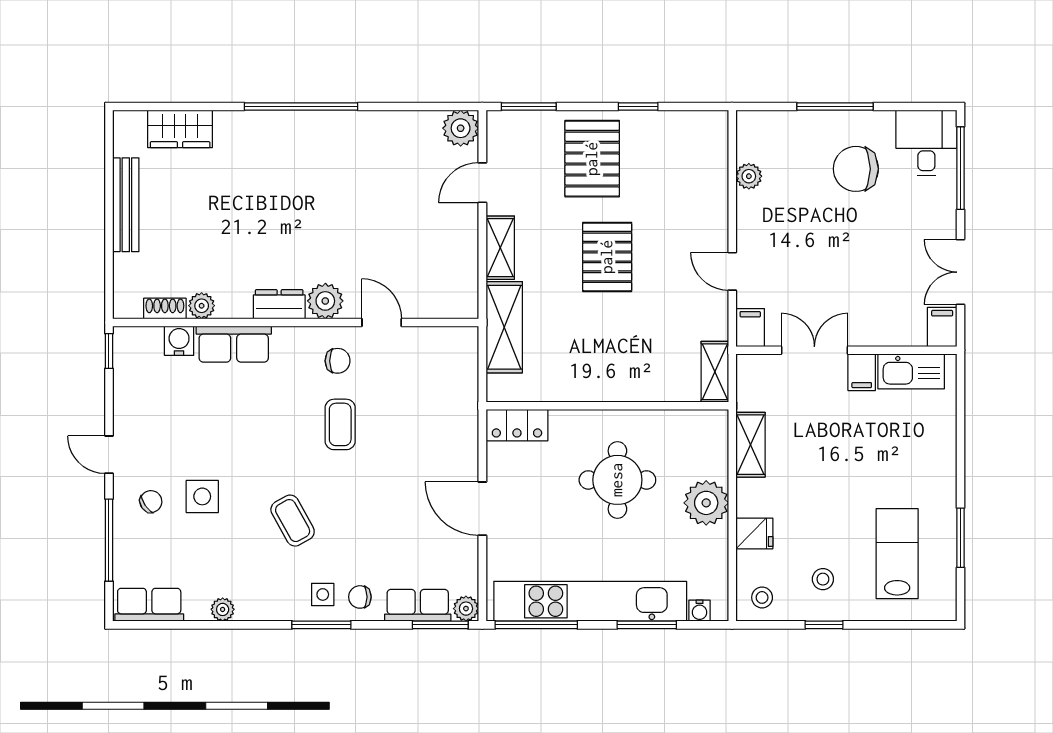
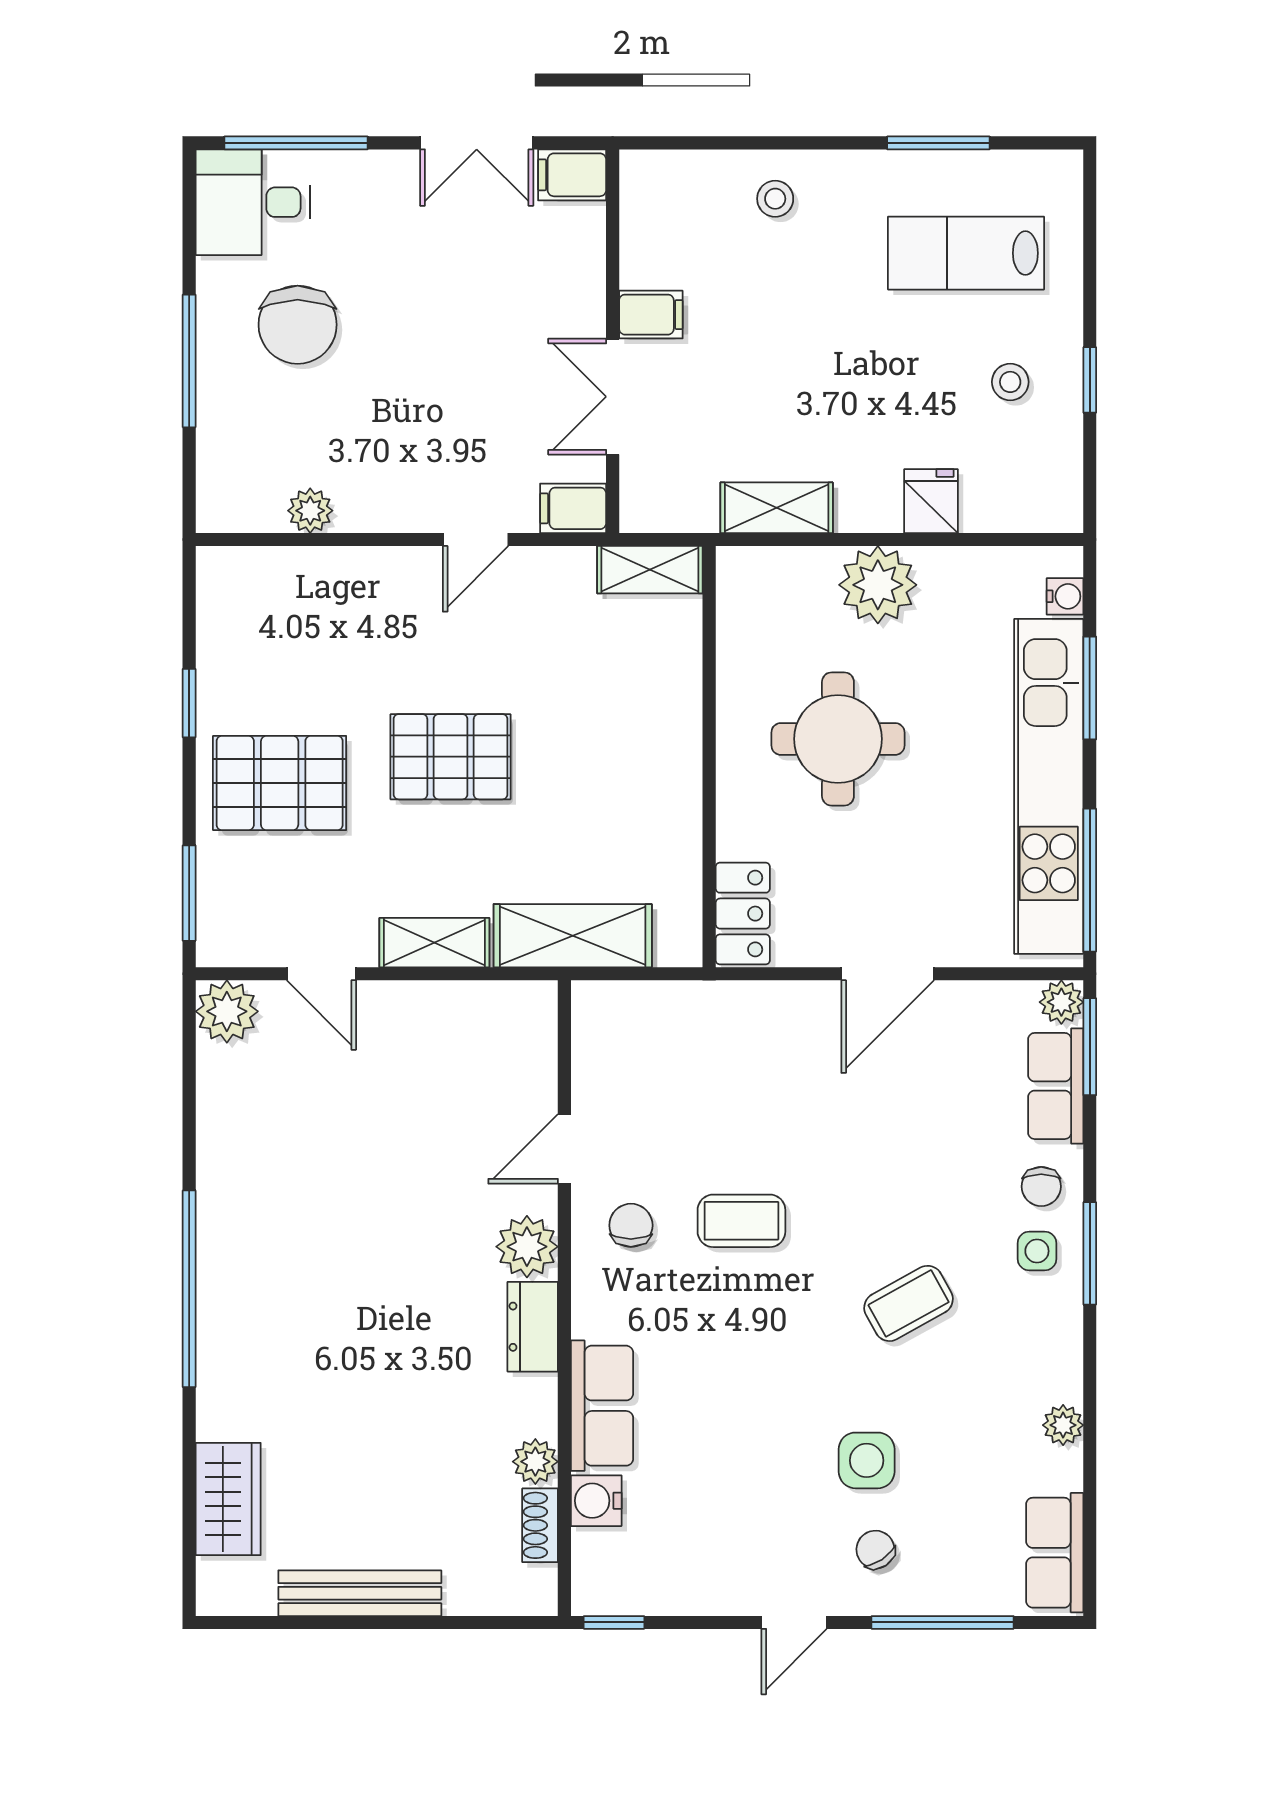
kitchen sink: (911, 371) -> (649, 229), removed
stool: (762, 597) -> (775, 199), moved

